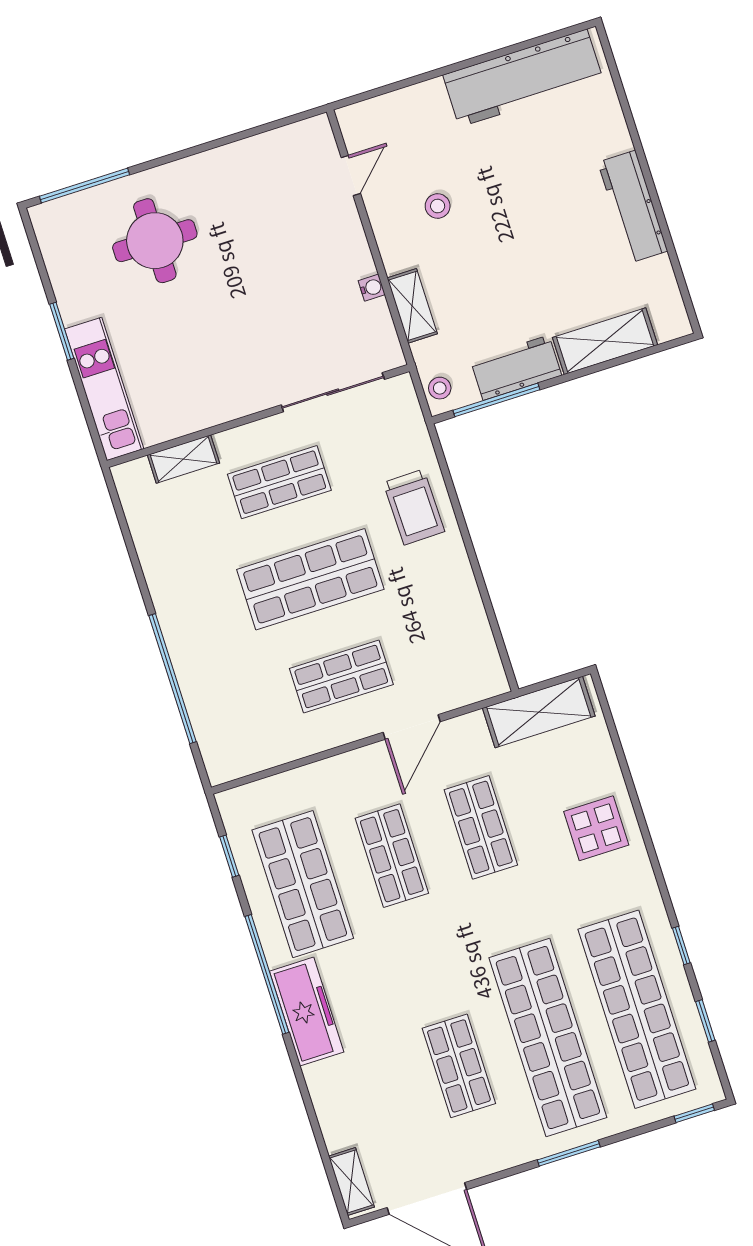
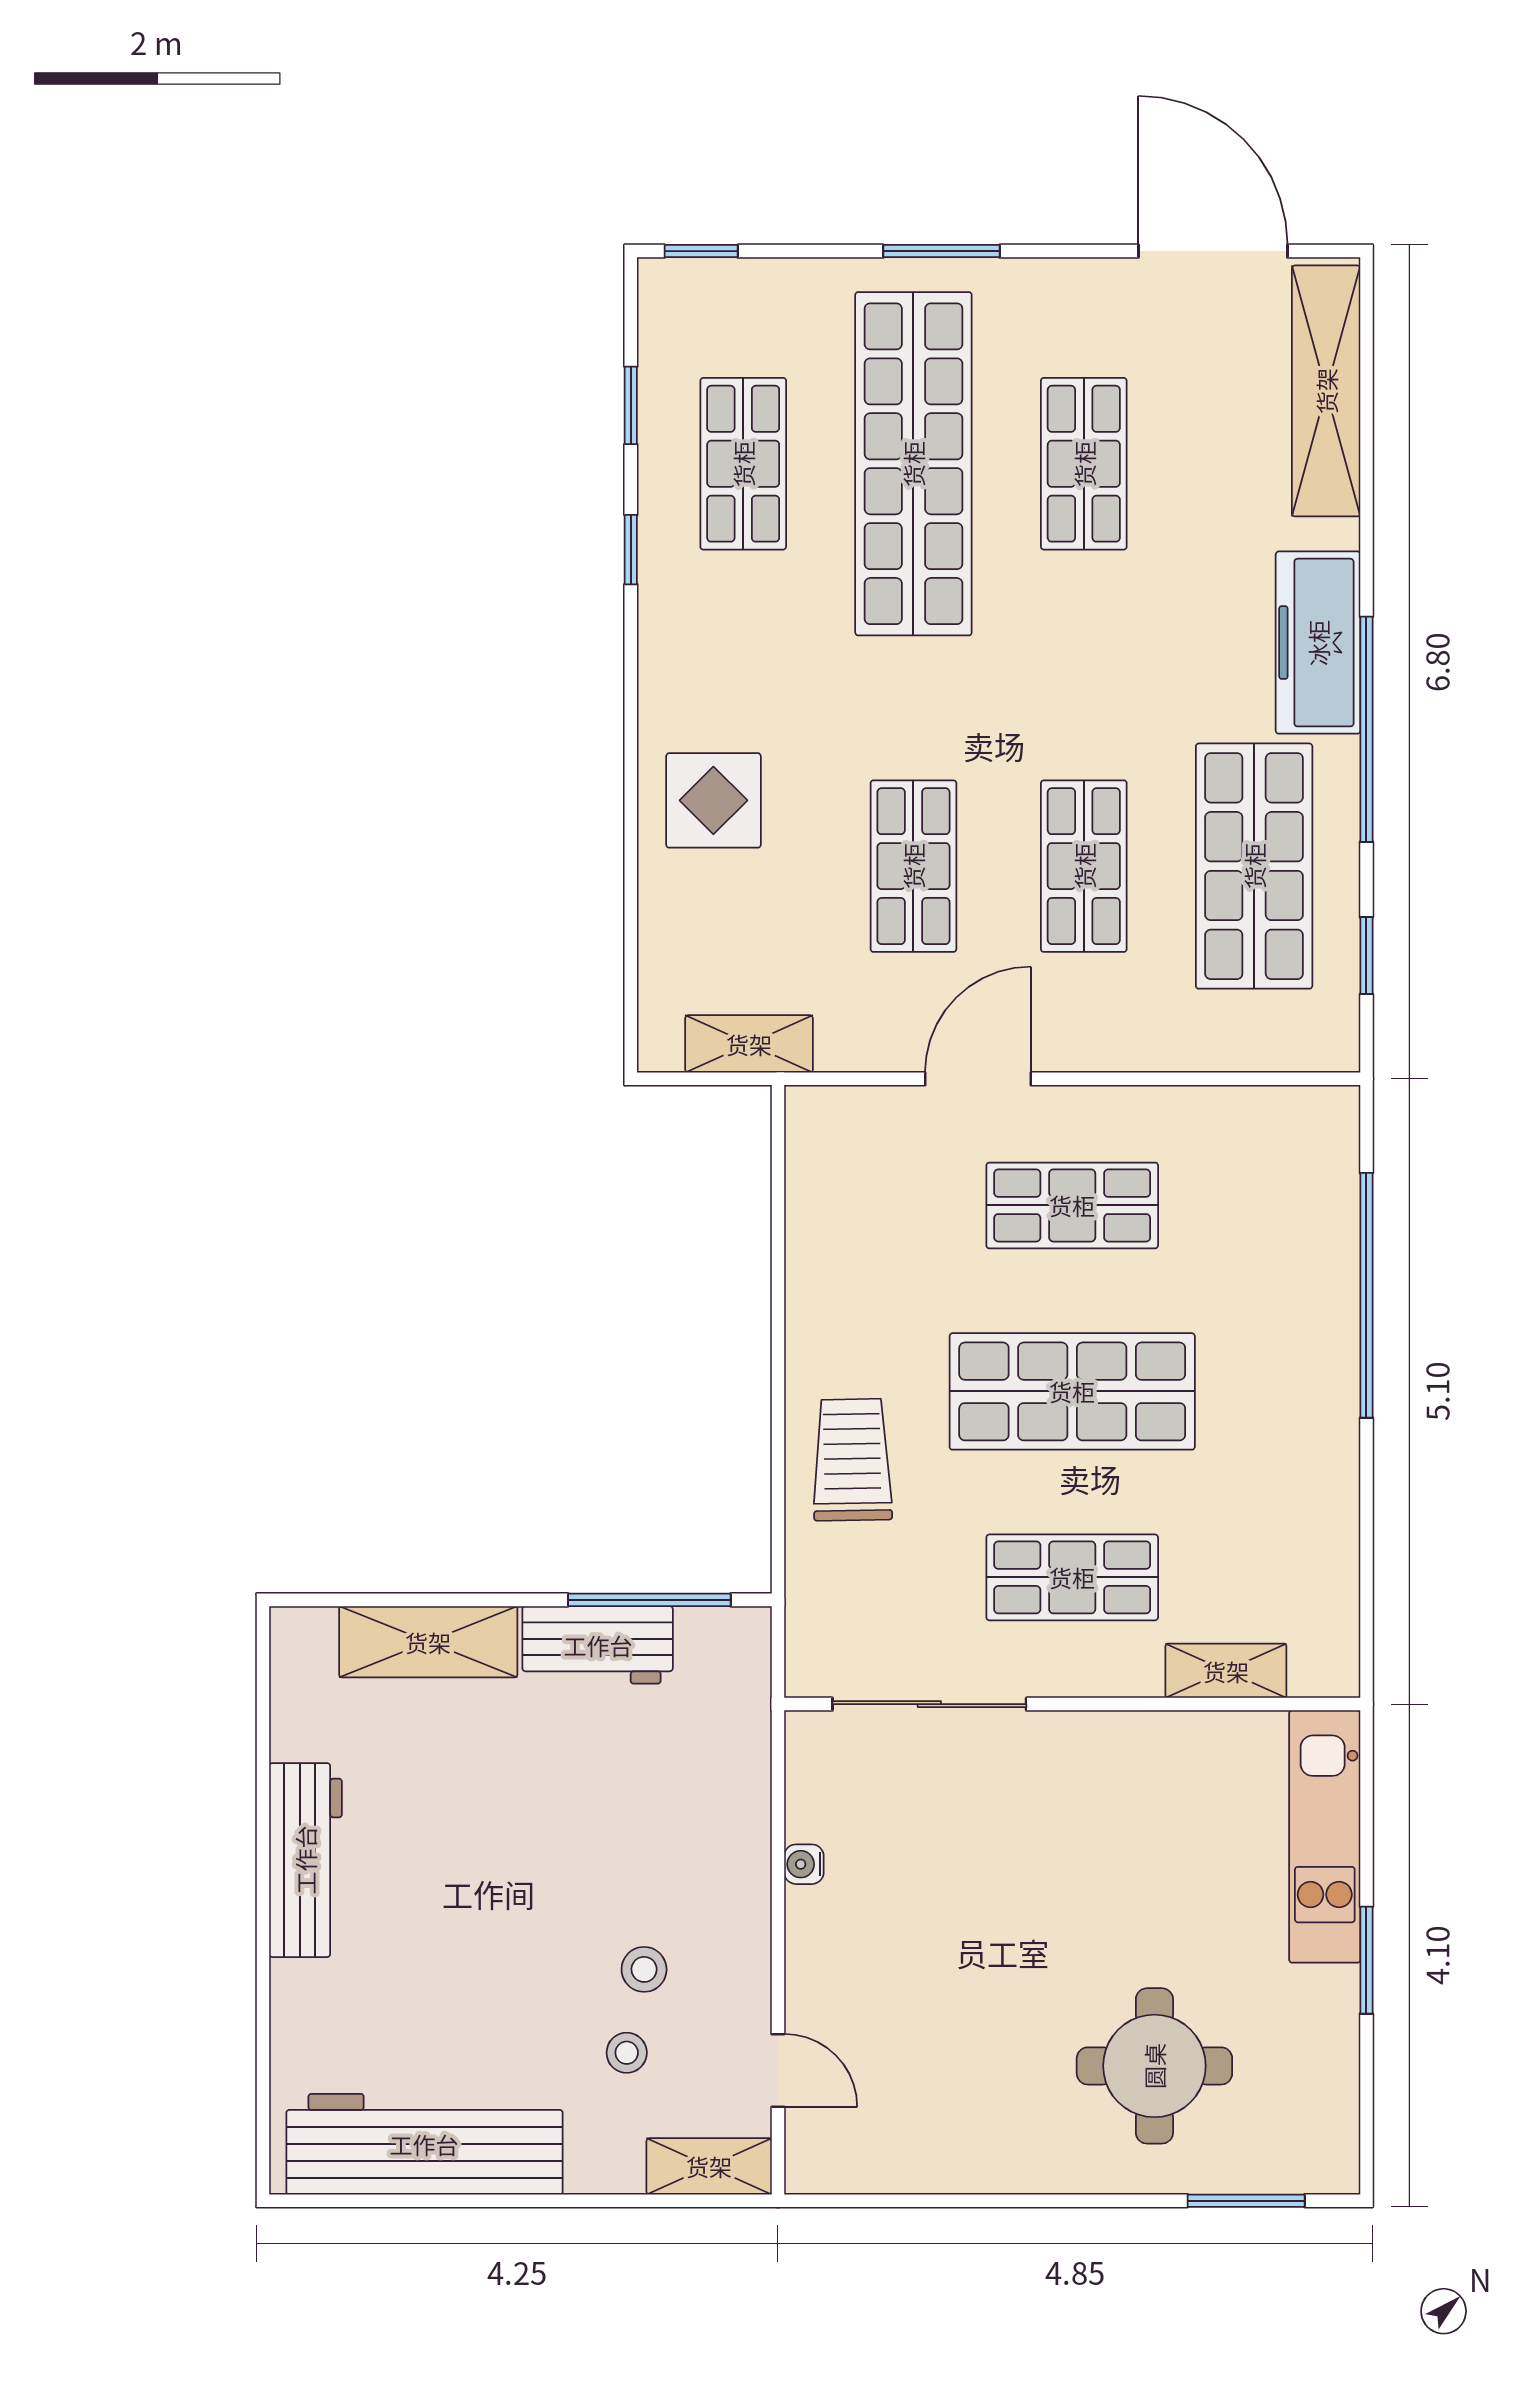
door: (351, 176) -> (778, 2070), swing flipped
window: (85, 186) -> (1246, 2201), width x0.69
shelving: (412, 306) -> (709, 2166), moved, turned 90
stool: (440, 388) -> (627, 2053), moved
shelving: (539, 712) -> (749, 1044), width x0.67, depth x0.75
shop shelf: (637, 1009) -> (743, 464), width x0.50, depth x0.74
shelving: (351, 1182) -> (1326, 391), width x2.20, depth x1.33

